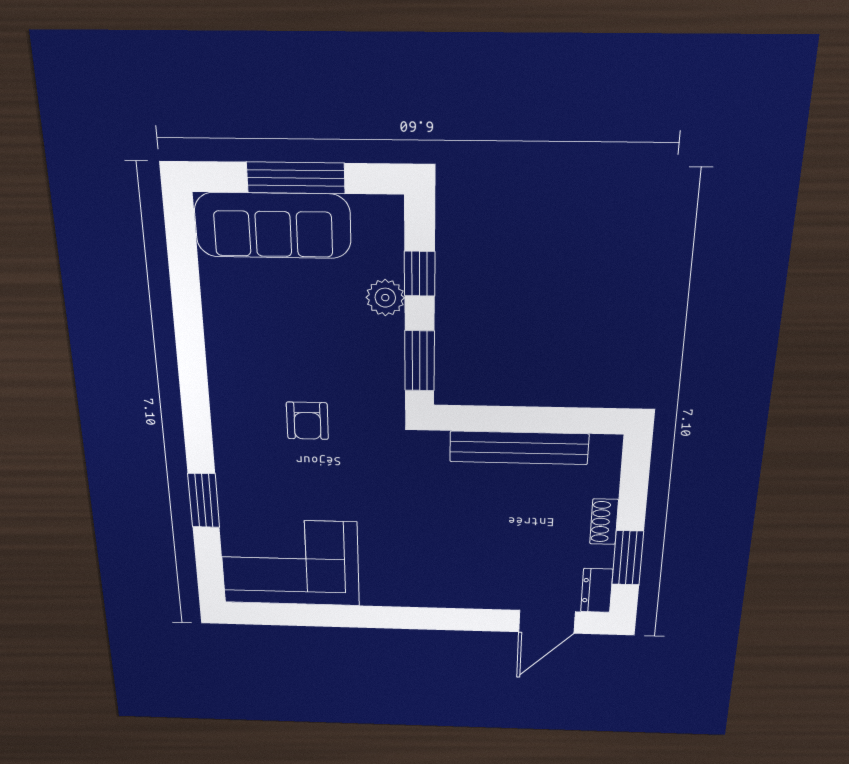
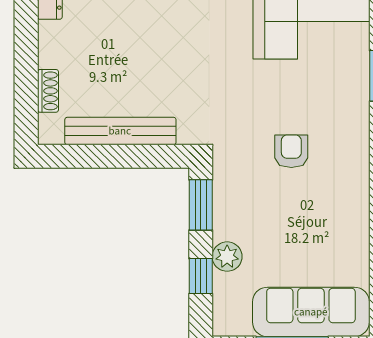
shoe rack: (604, 522) -> (48, 91), moved
window: (628, 558) -> (26, 31), removed

